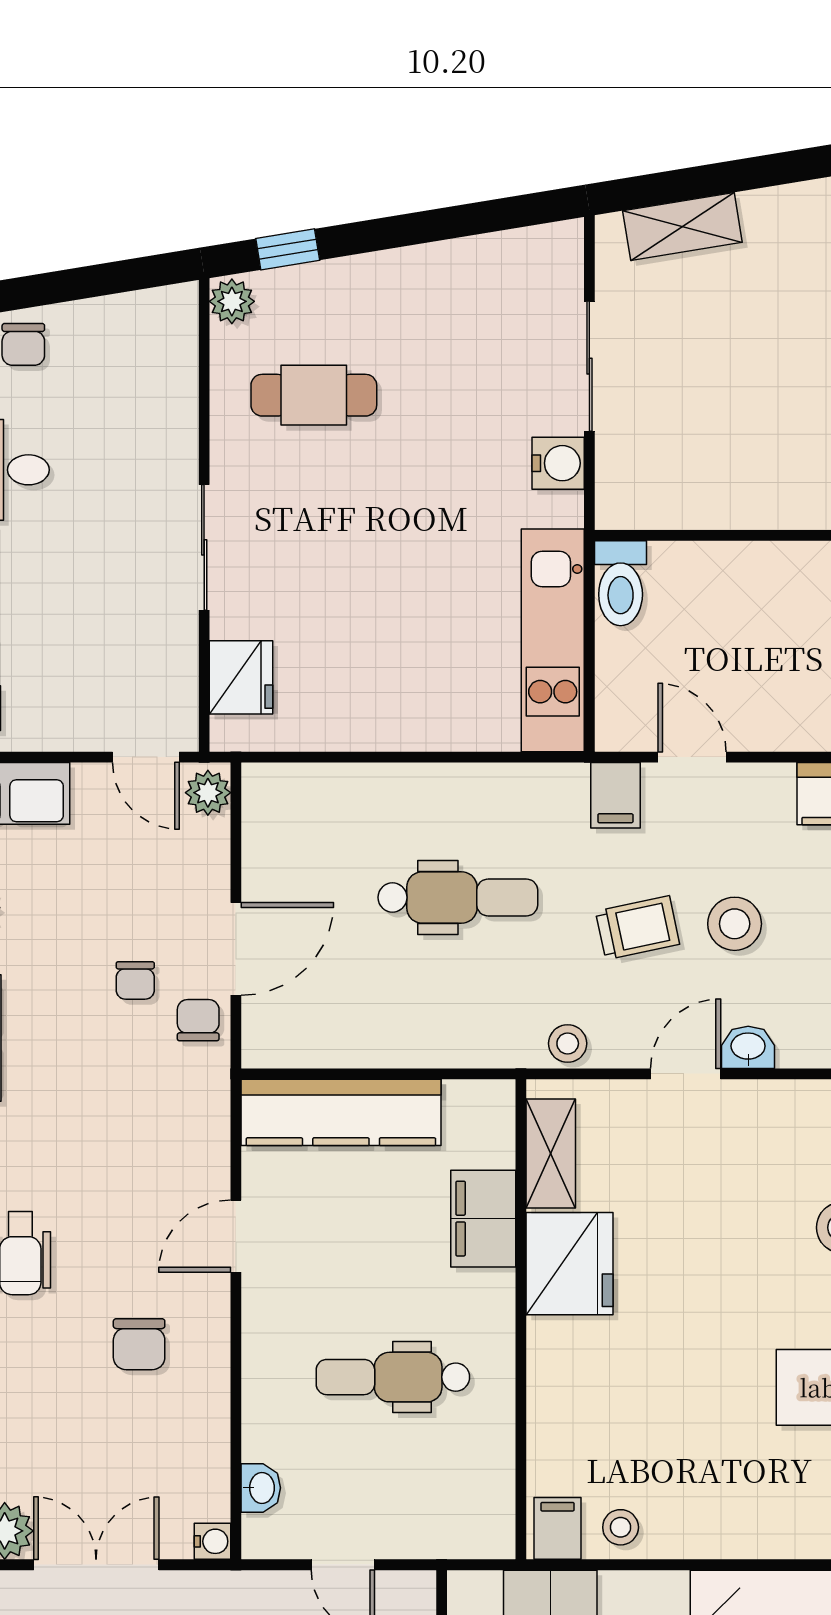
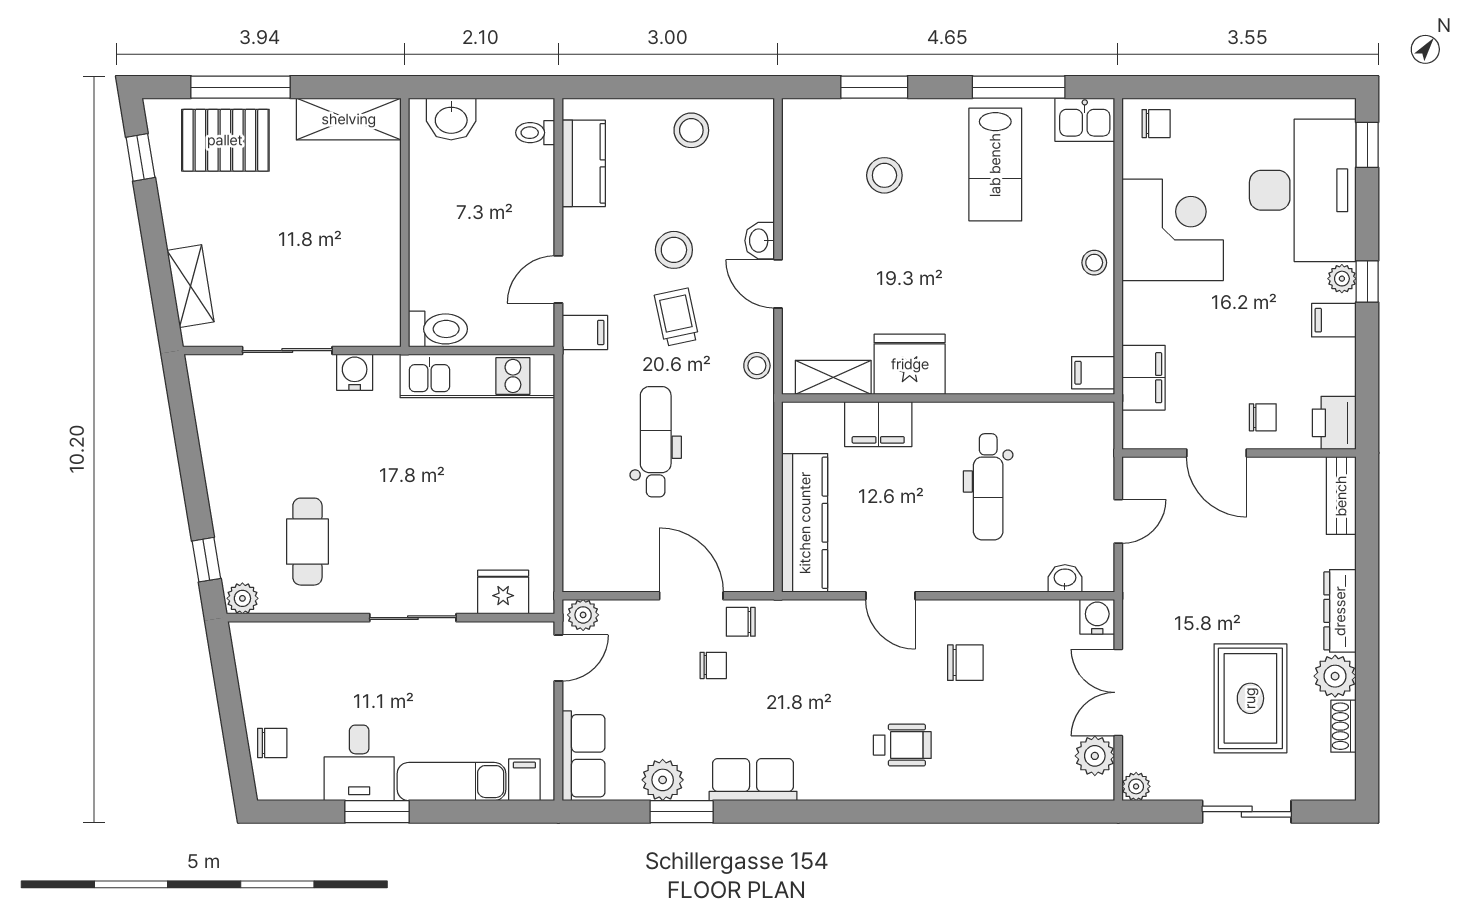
stool: (621, 1527) -> (1094, 263), moved
water cooler: (212, 1541) -> (1097, 617), width x1.38, depth x1.38

